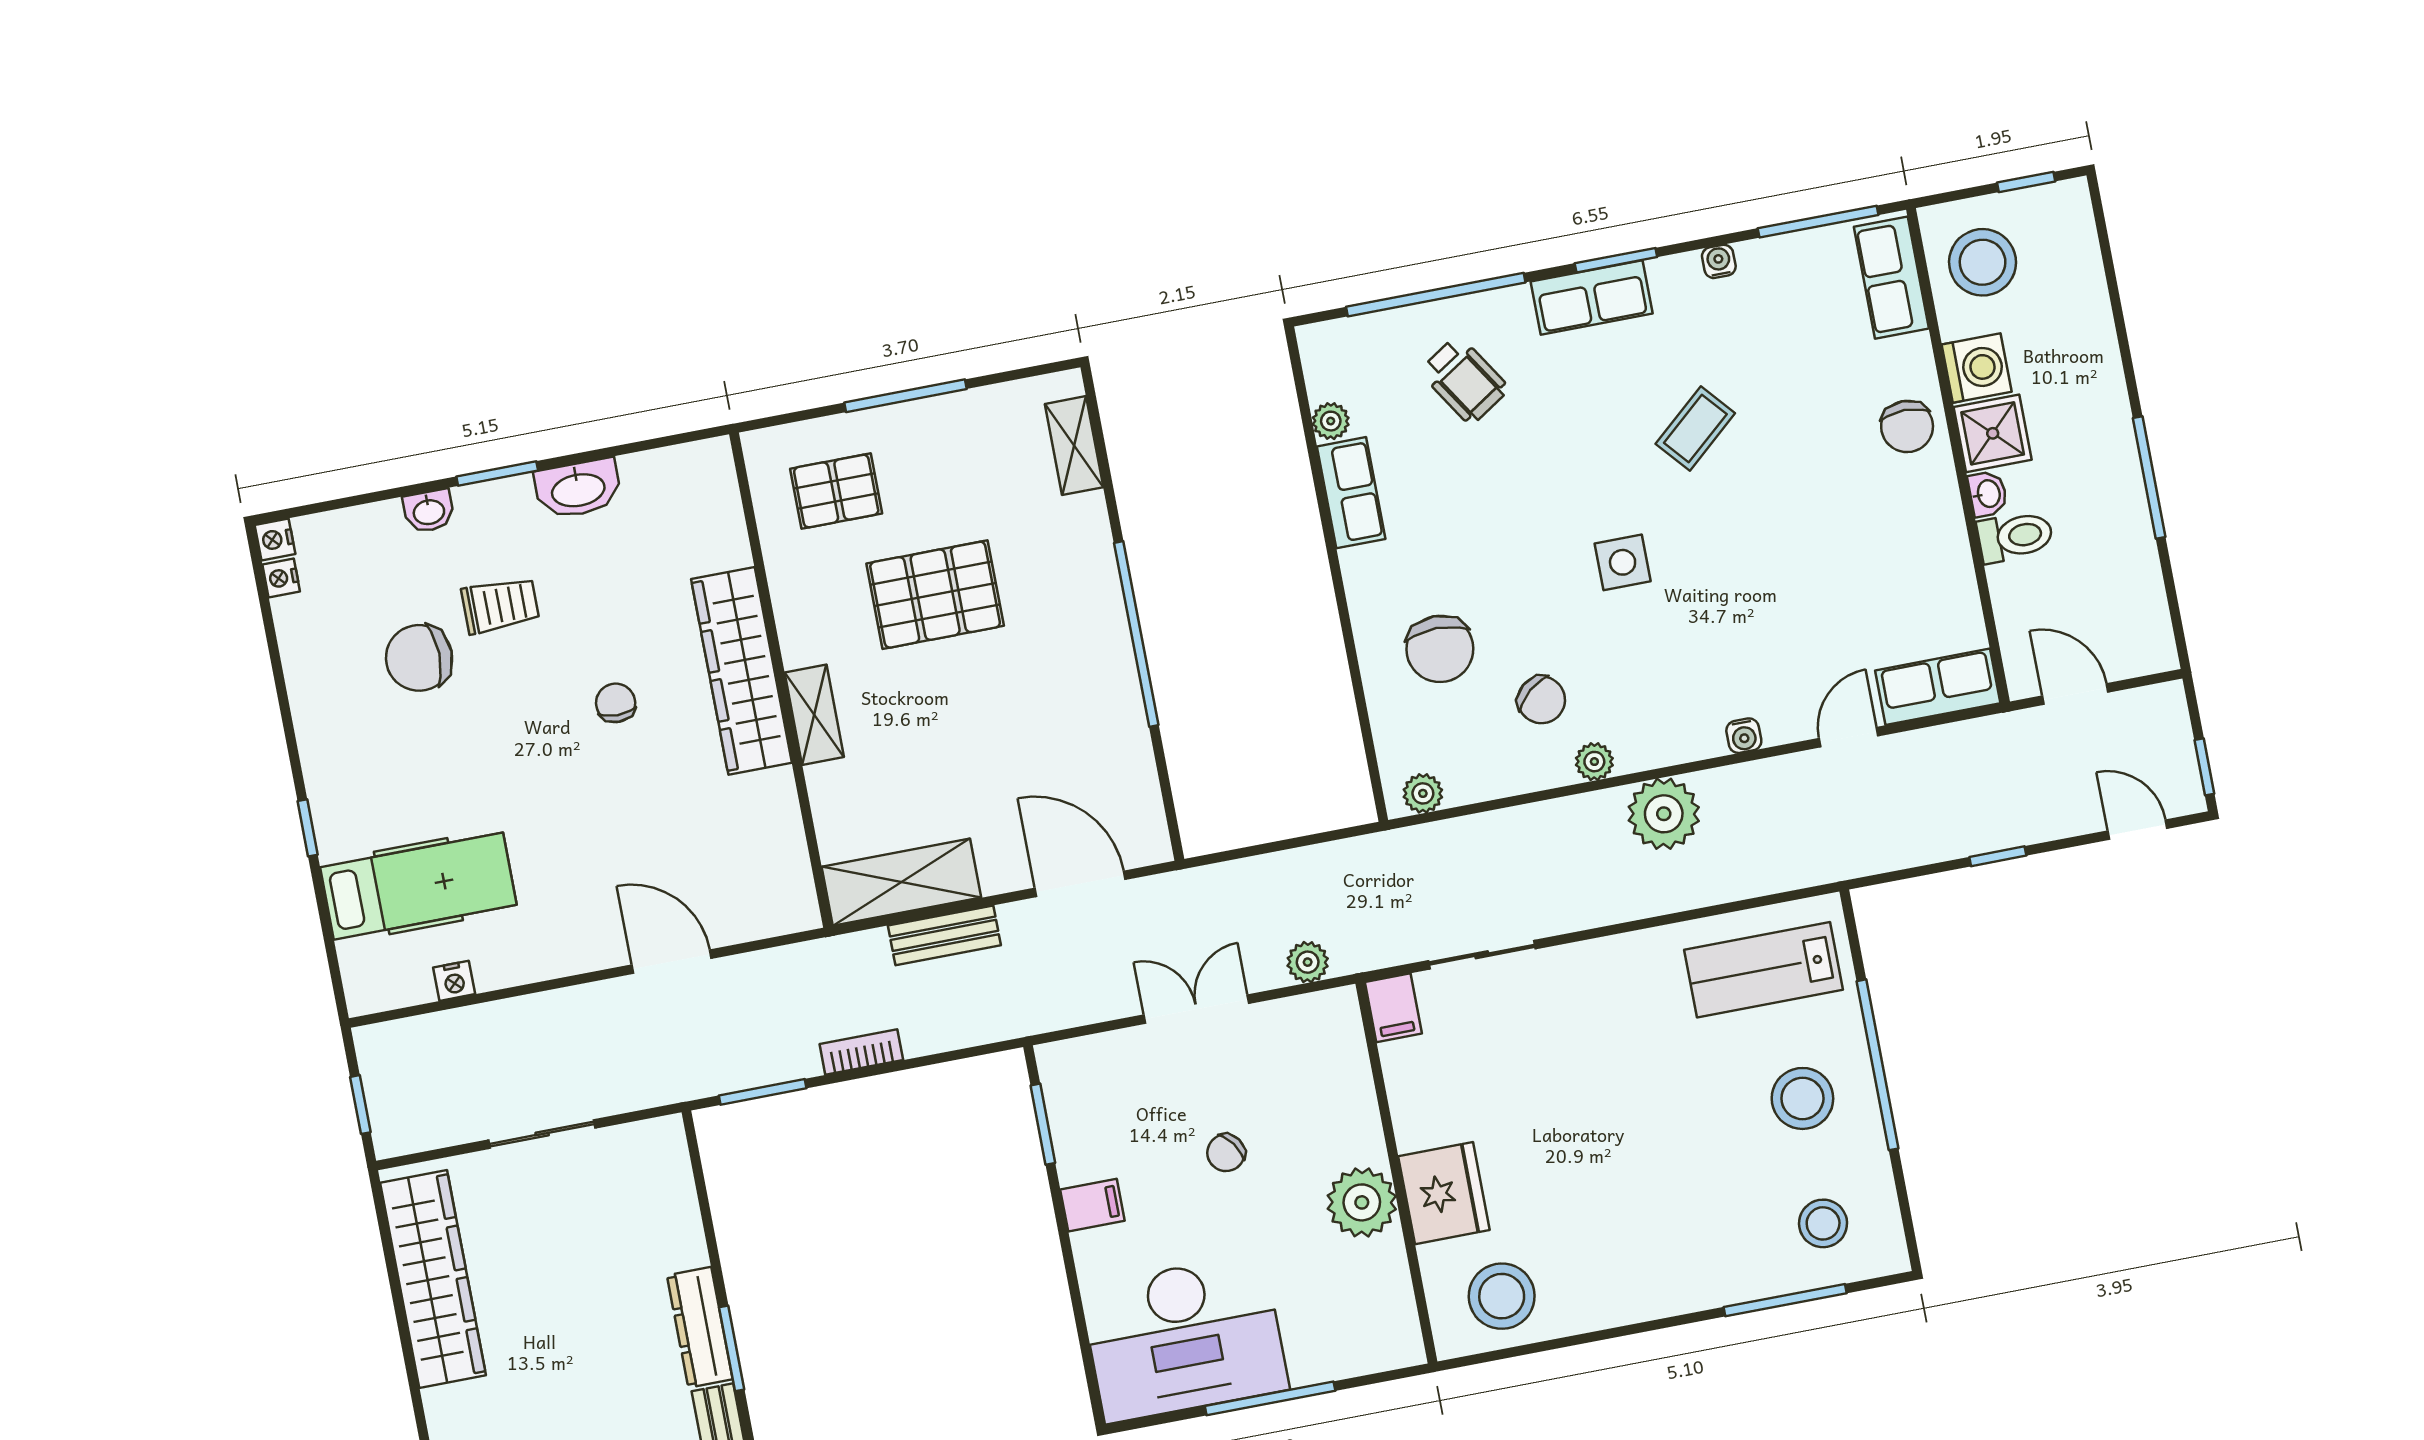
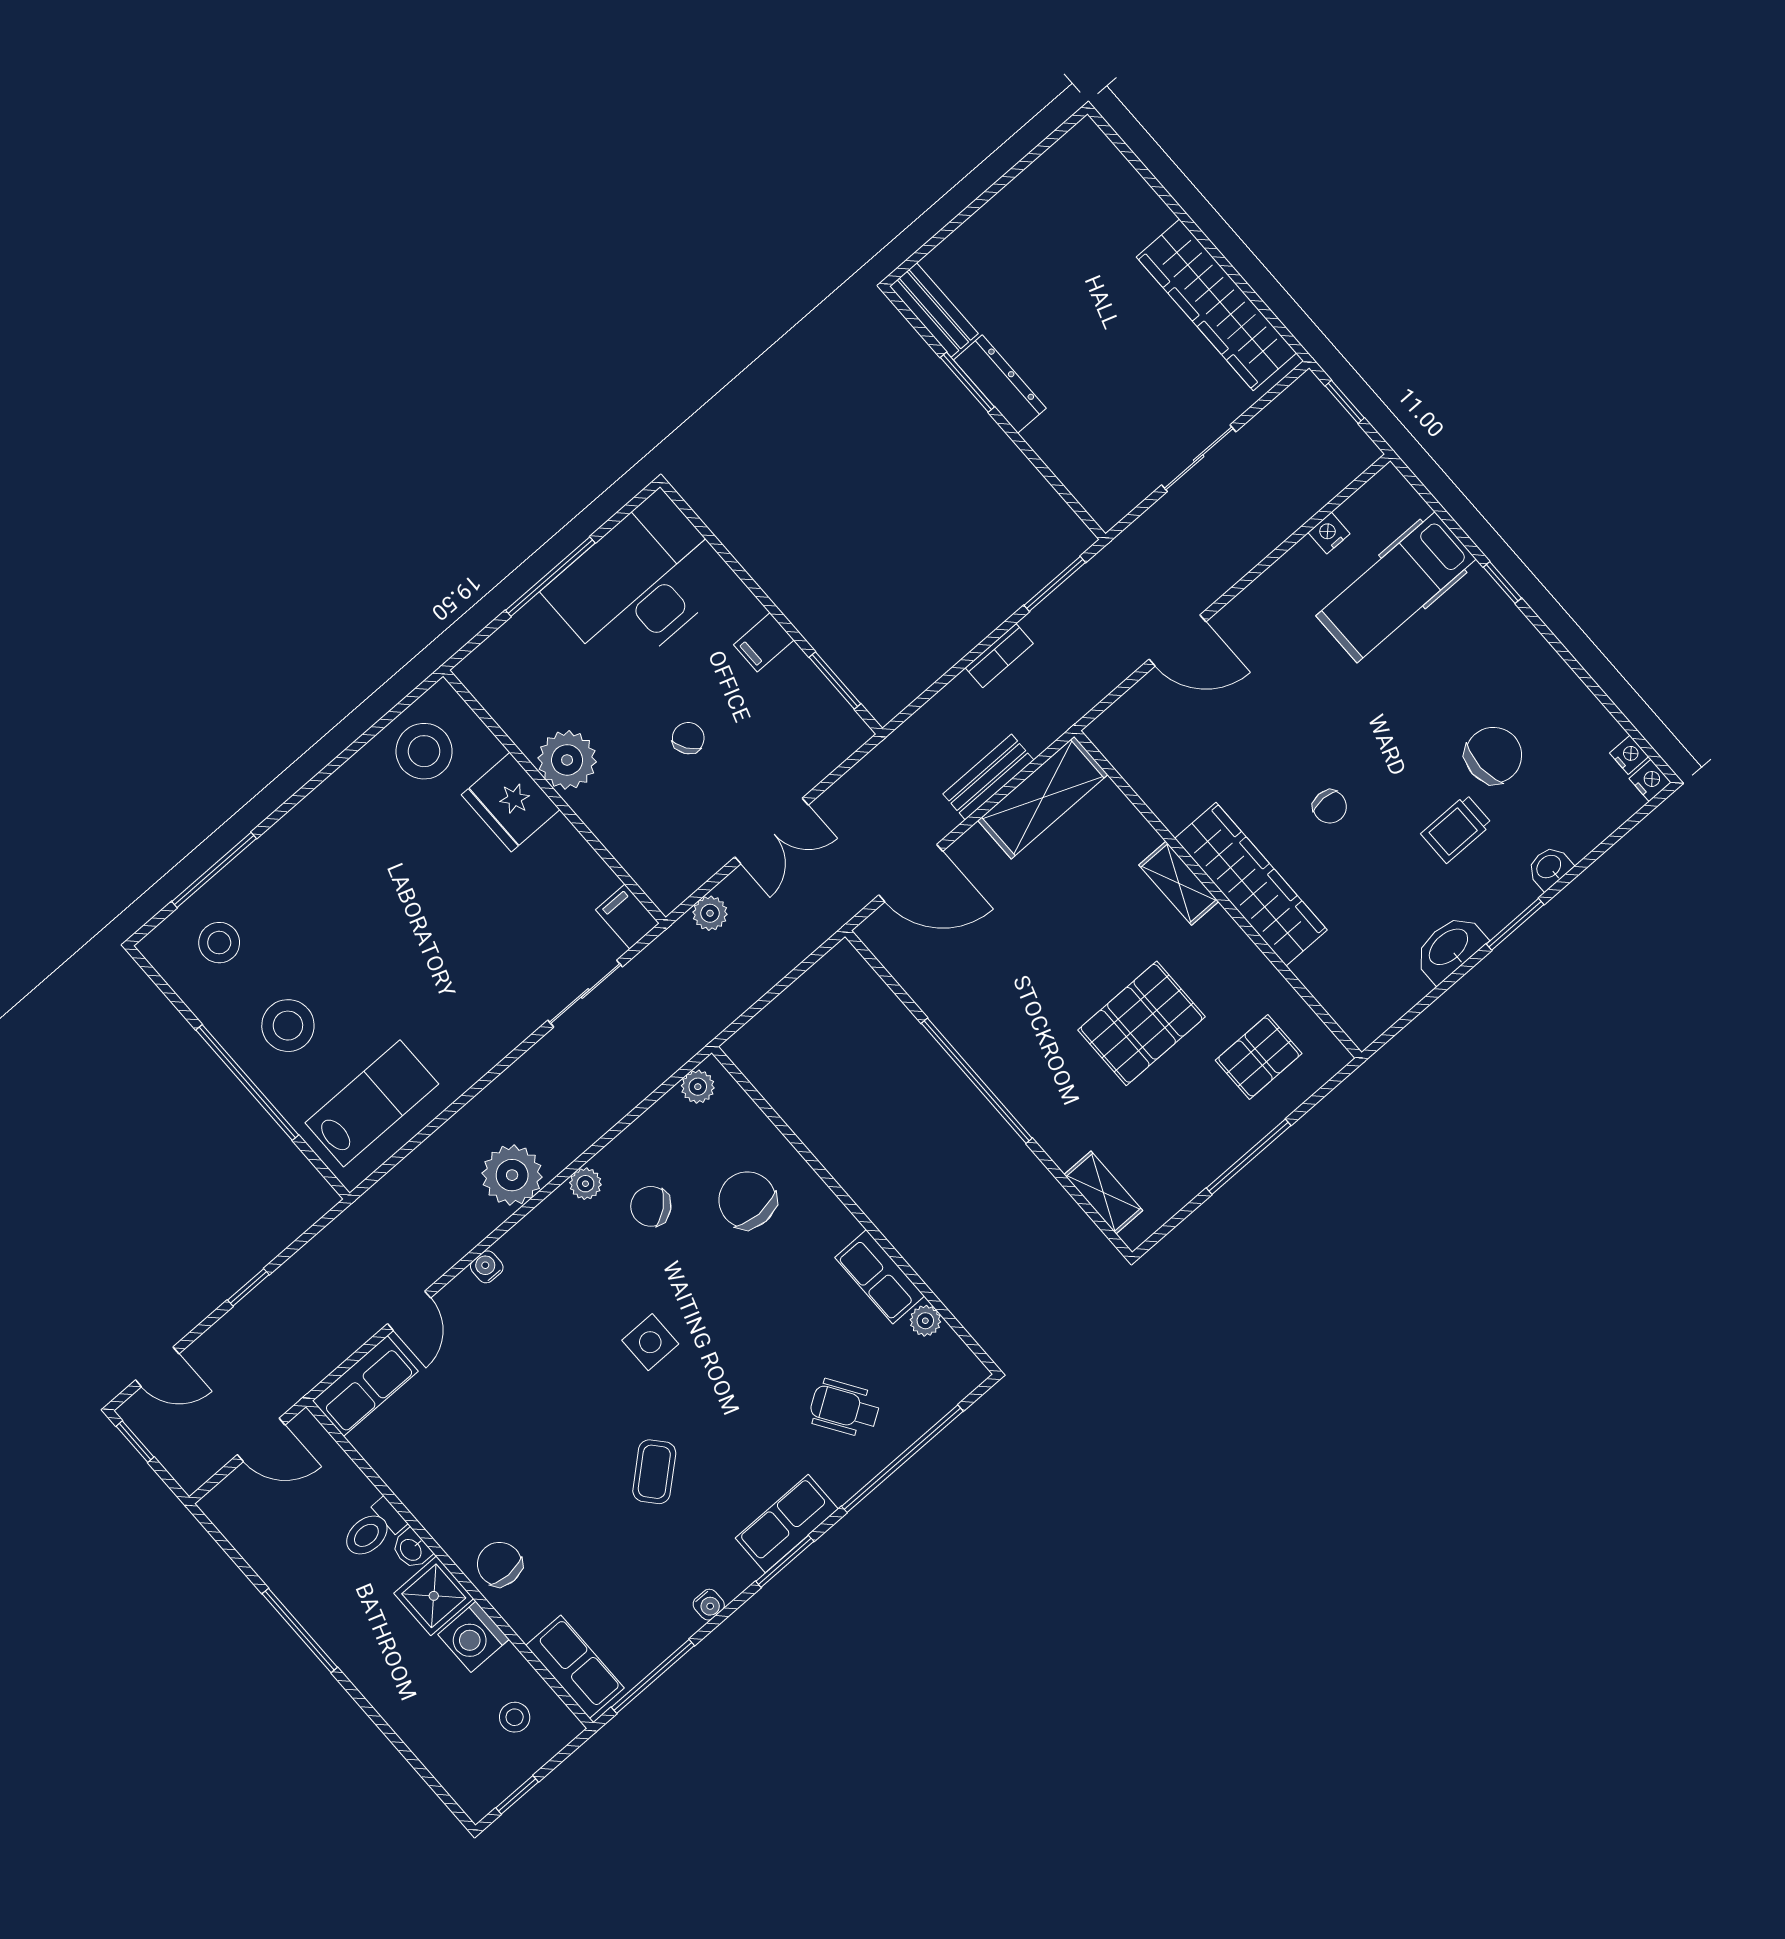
stool: (1983, 262) -> (515, 1717), width x0.53, depth x0.53

